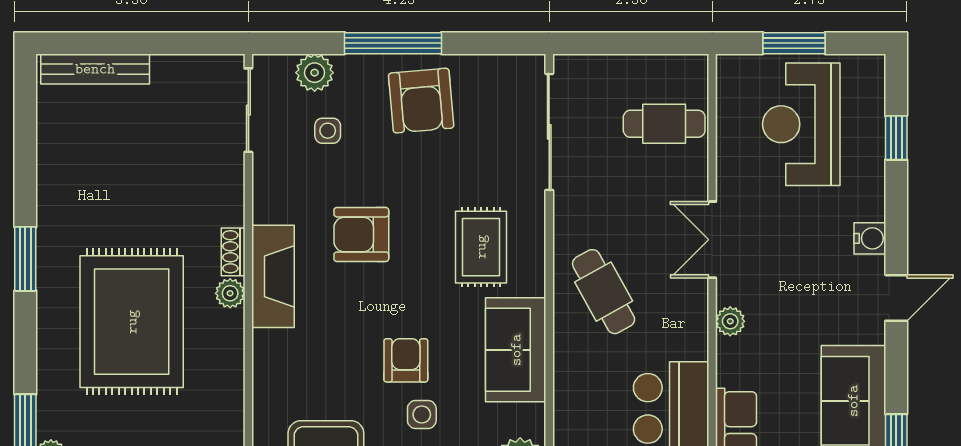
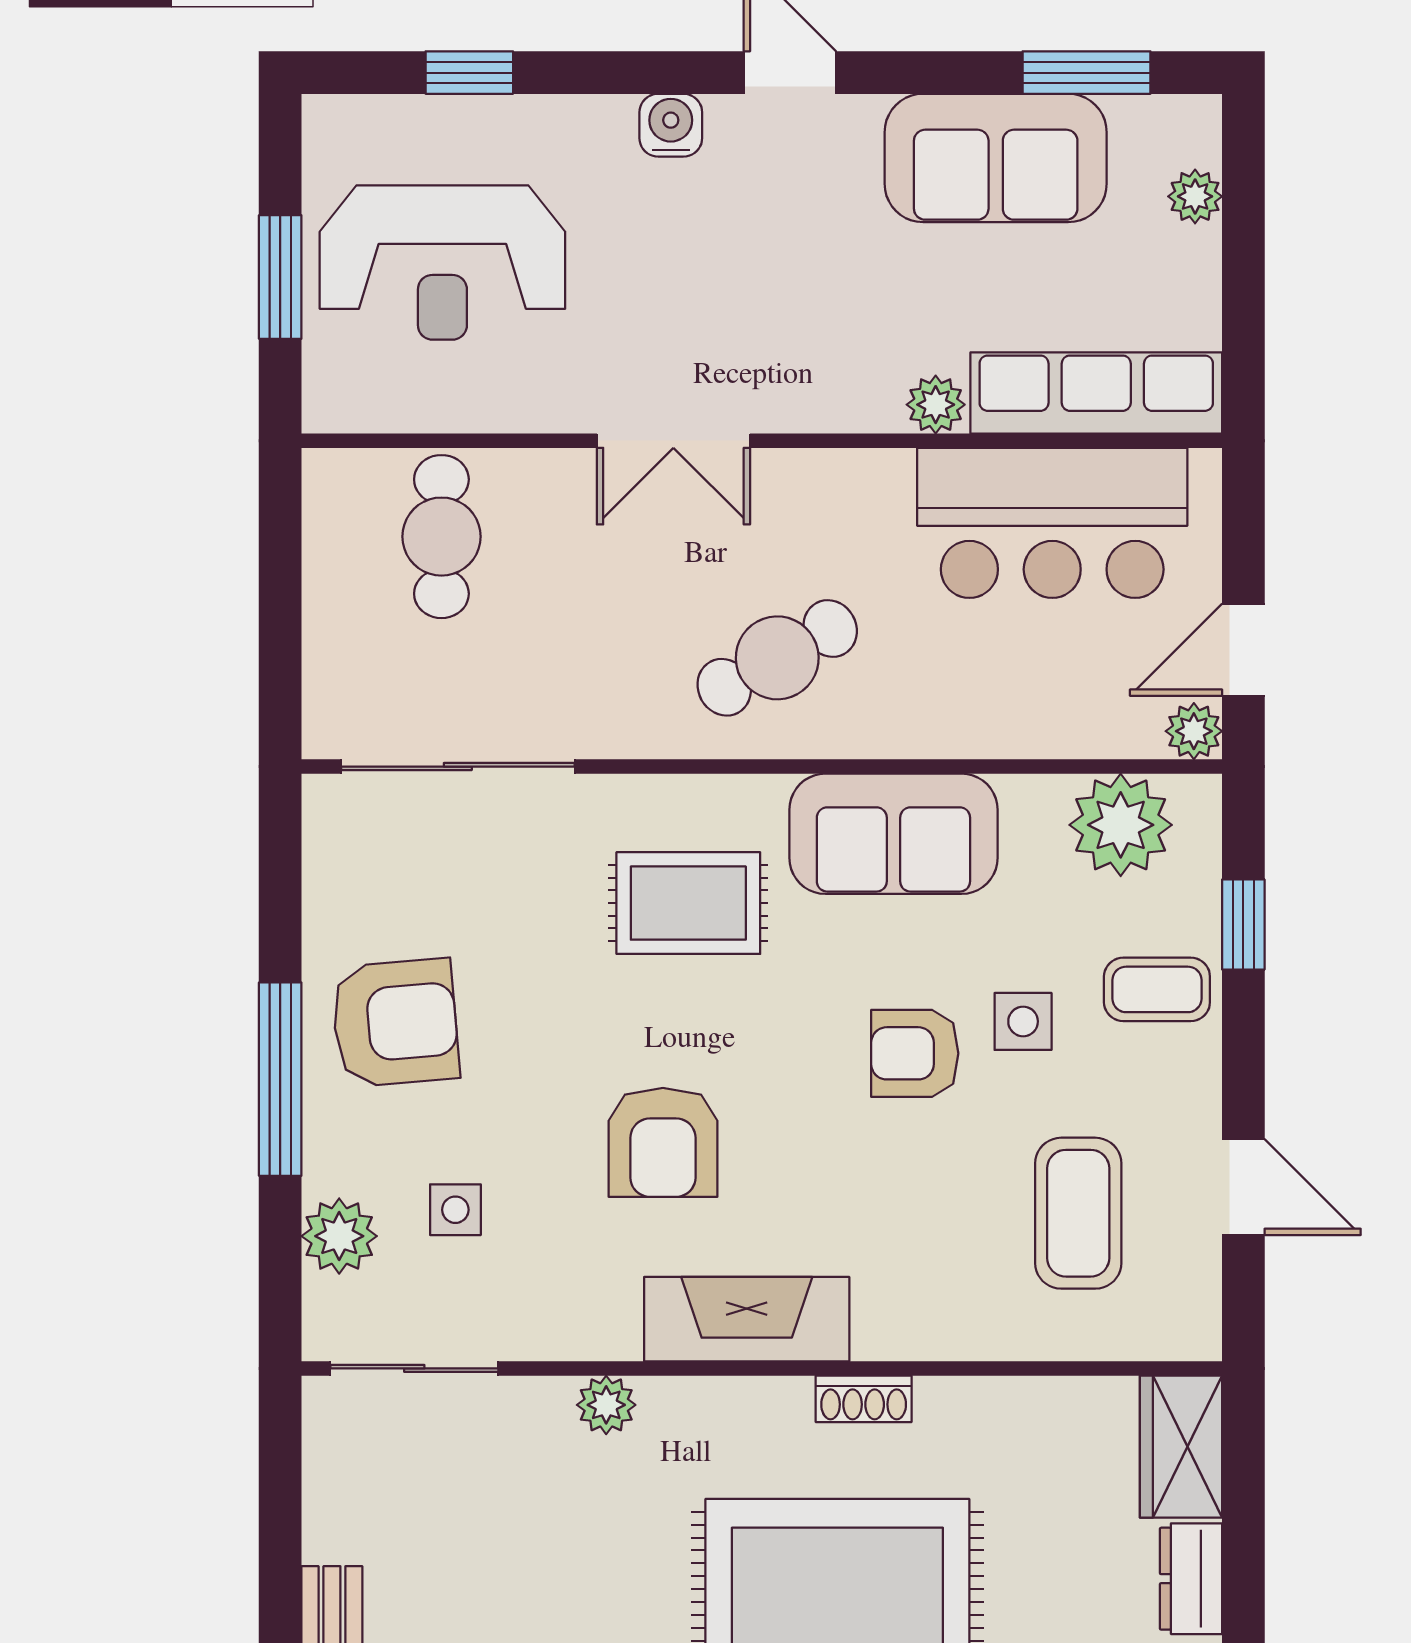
shoe rack: (233, 252) -> (864, 1399), moved
plant: (230, 293) -> (606, 1405), moved
plant: (730, 321) -> (936, 405), moved

